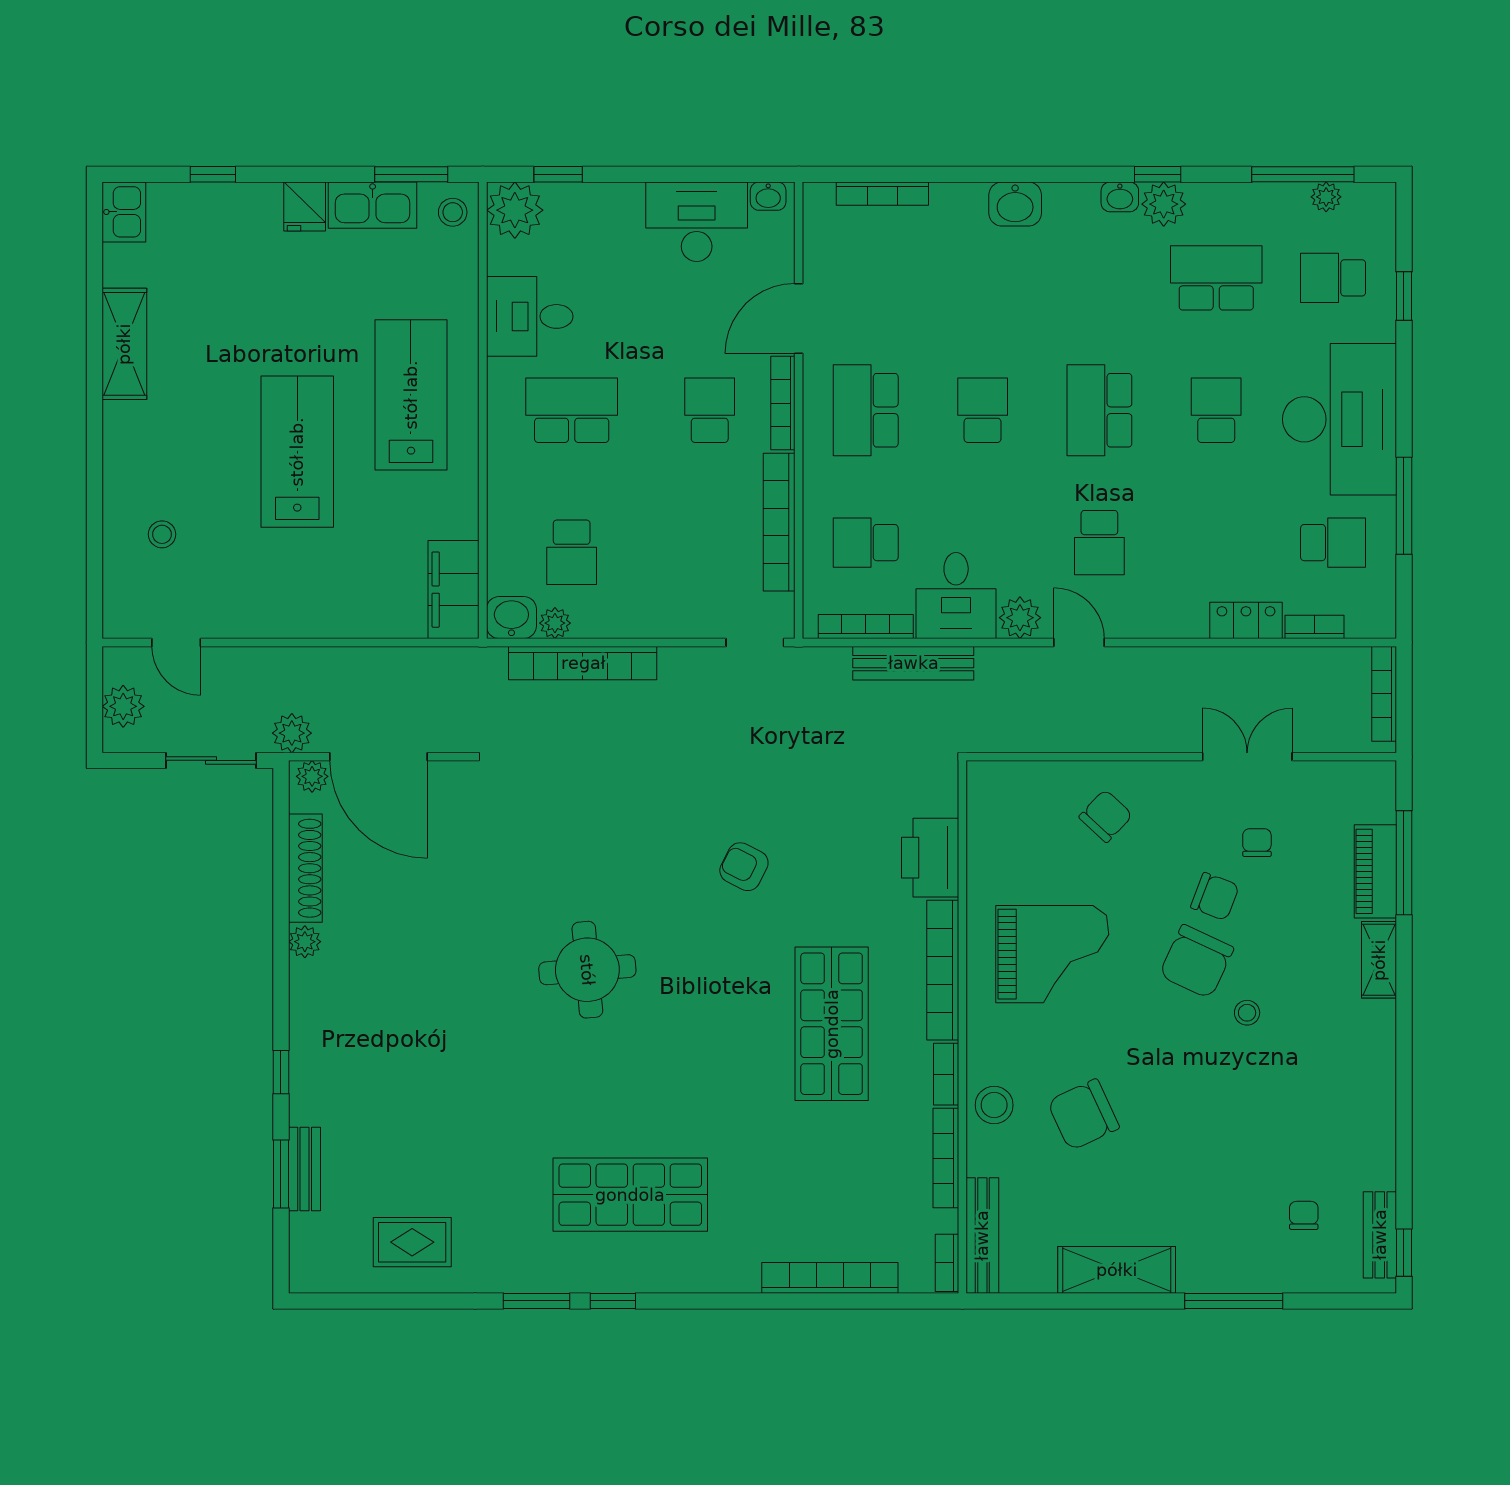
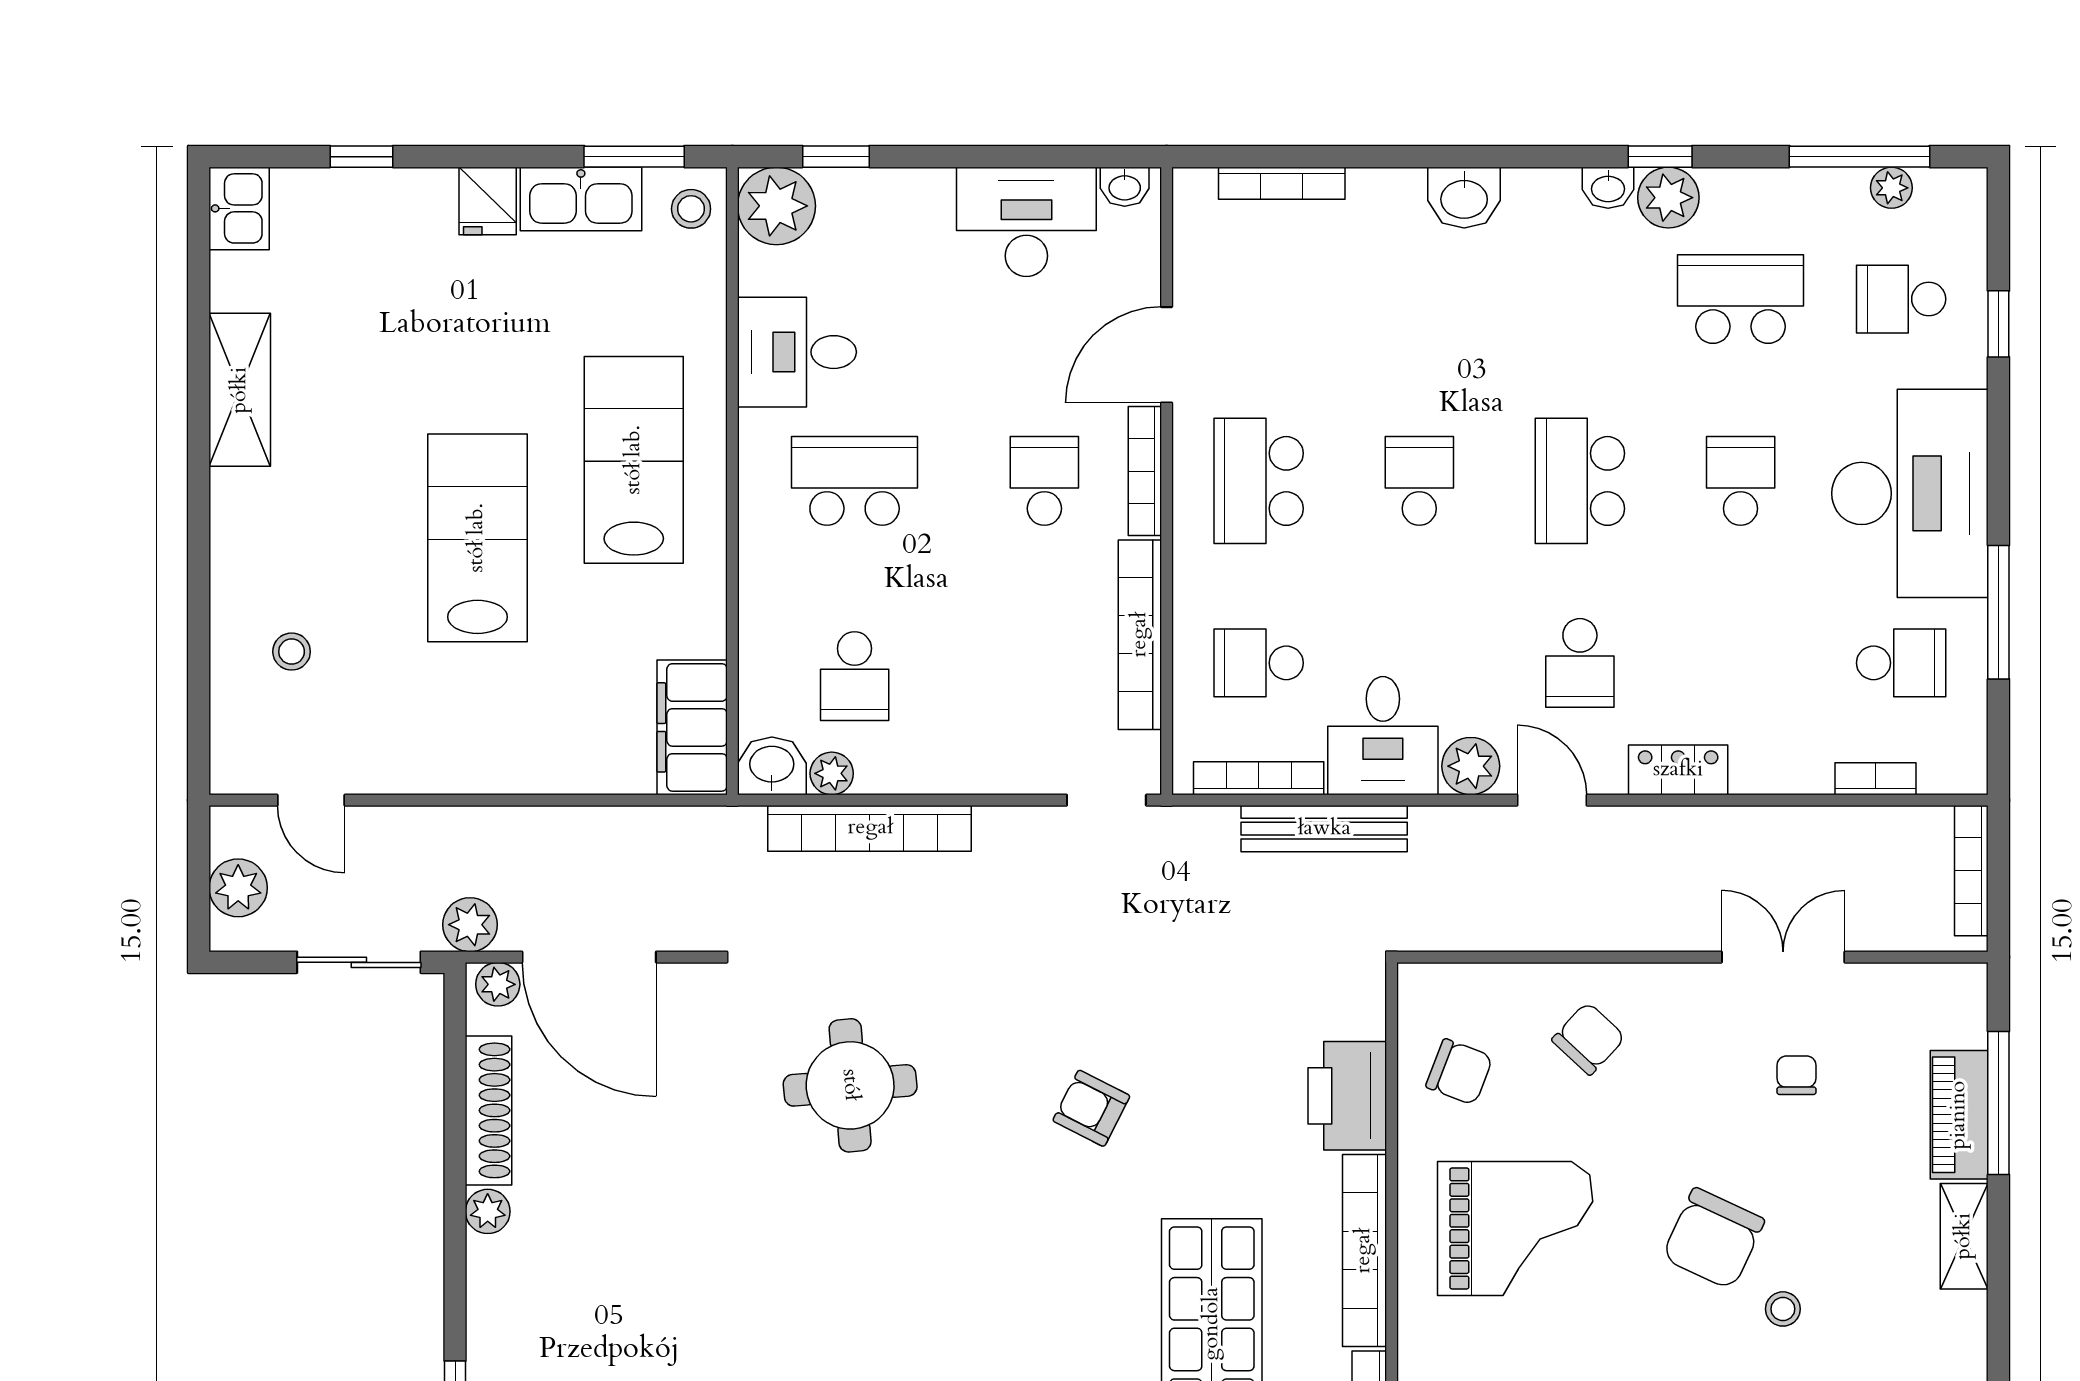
locker: (1246, 620) -> (1678, 770), moved
chair: (1215, 896) -> (1459, 1072), moved
round table: (587, 970) -> (850, 1085), moved

